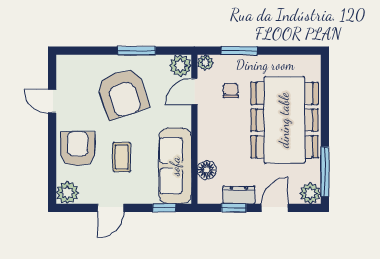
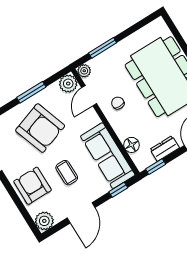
chair: (231, 91) -> (118, 103), moved
door: (111, 208) -> (81, 213), width x1.38
window: (234, 208) -> (156, 167), moved

